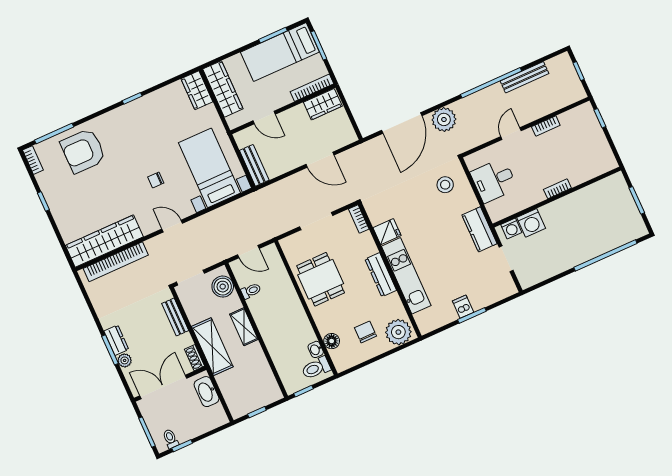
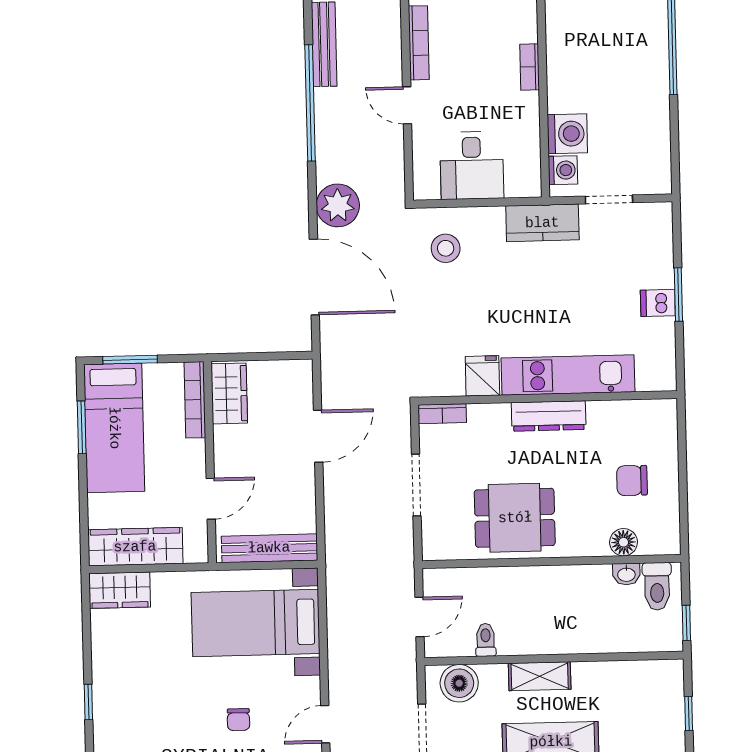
bookcase: (546, 126) -> (419, 43), width x1.56
bench: (254, 165) -> (269, 548), width x1.36
plant: (398, 332) -> (655, 427), removed

